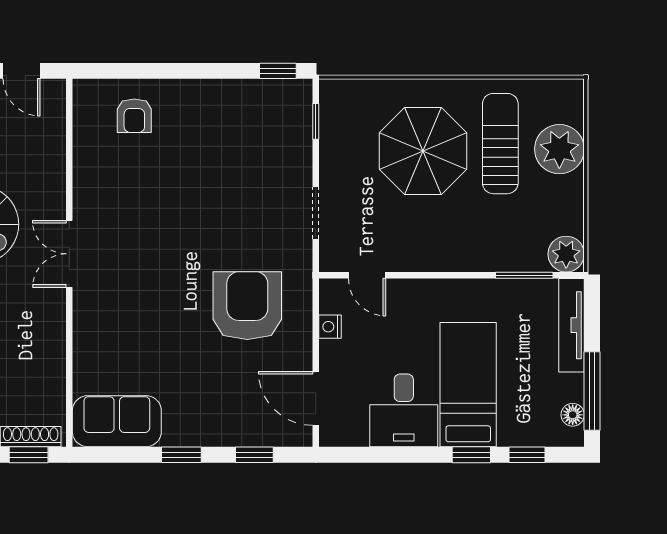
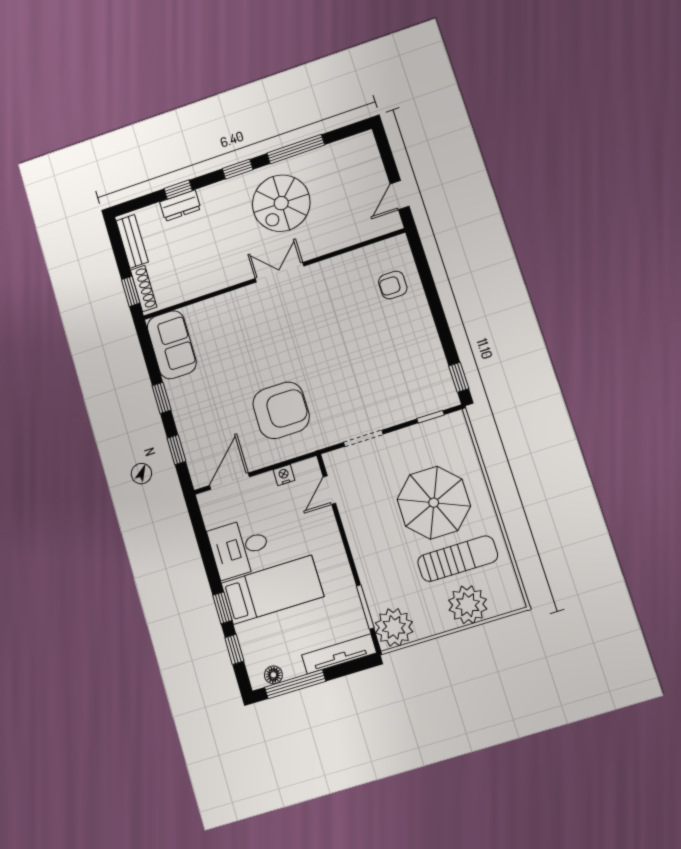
plant: (566, 254) -> (394, 627), width x1.36, depth x1.36

